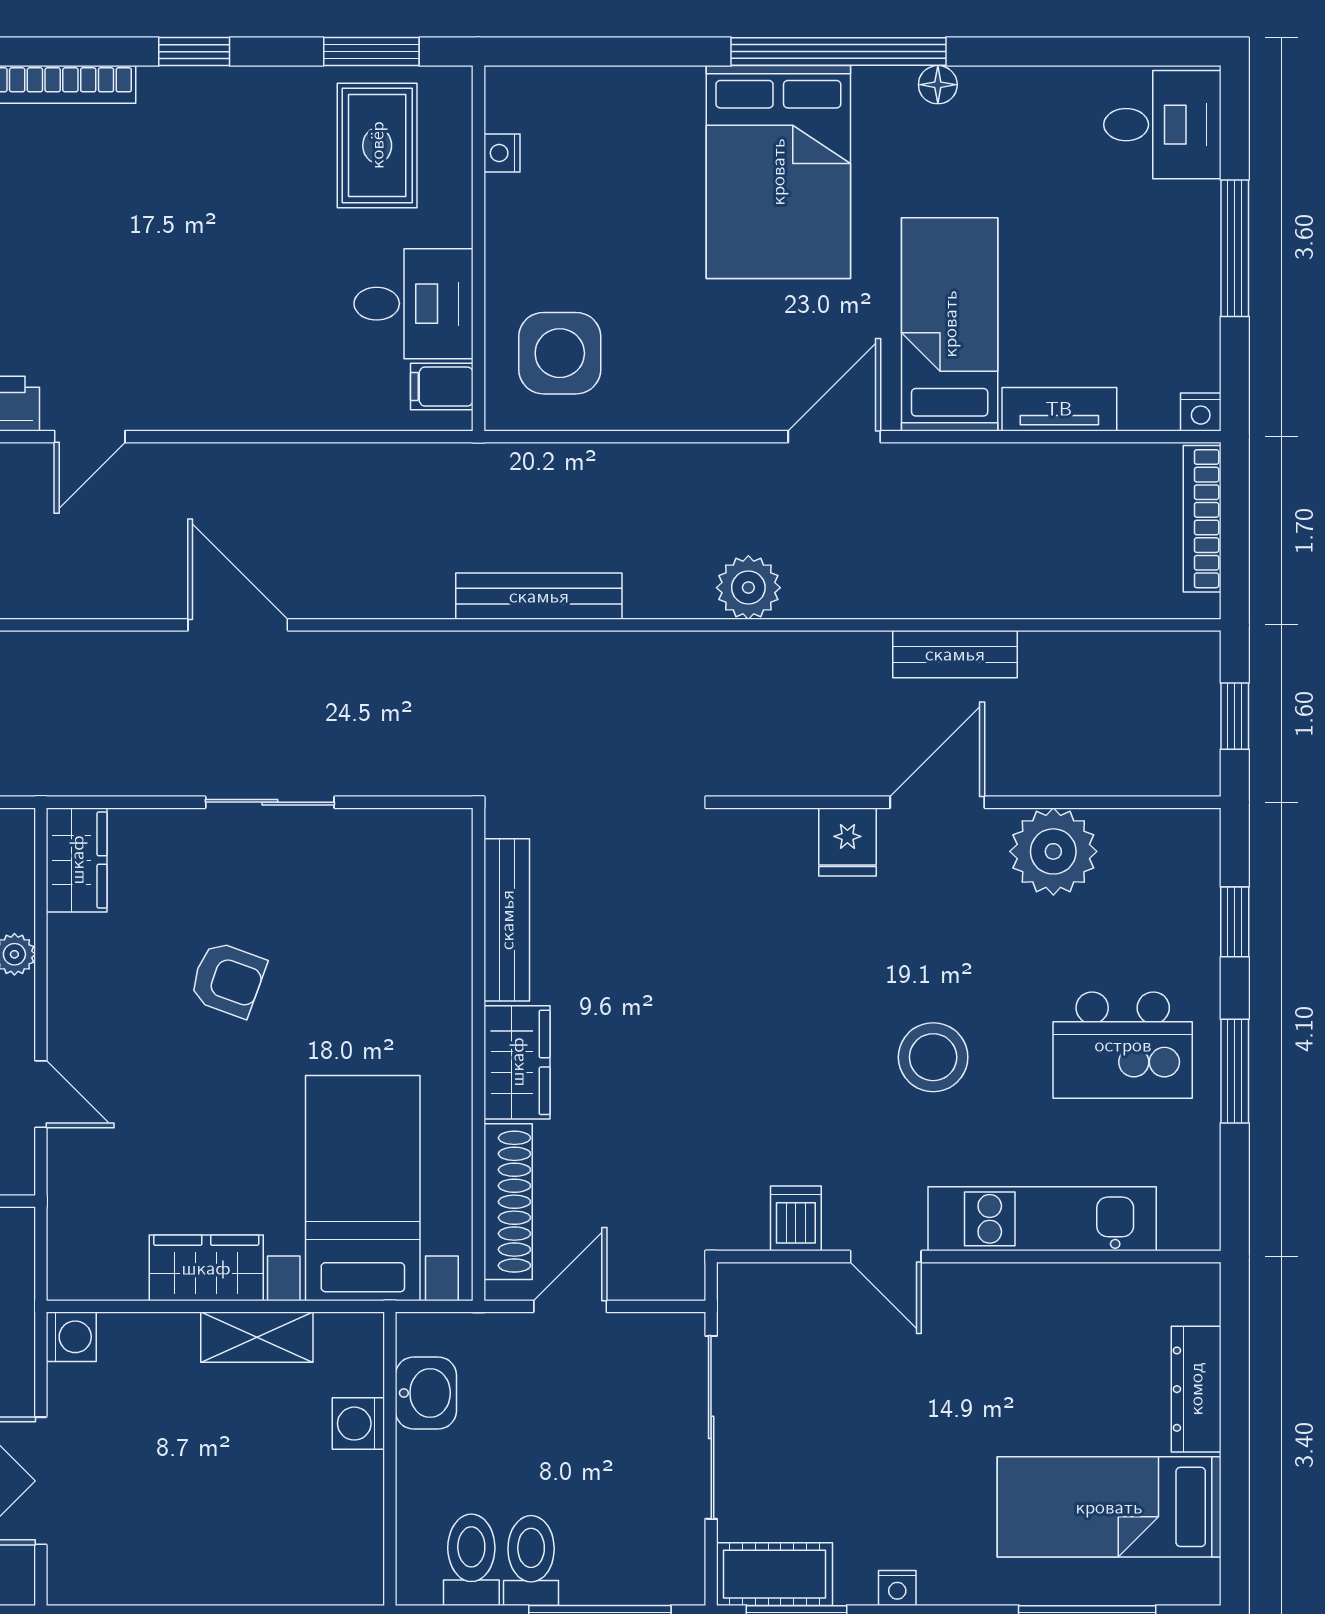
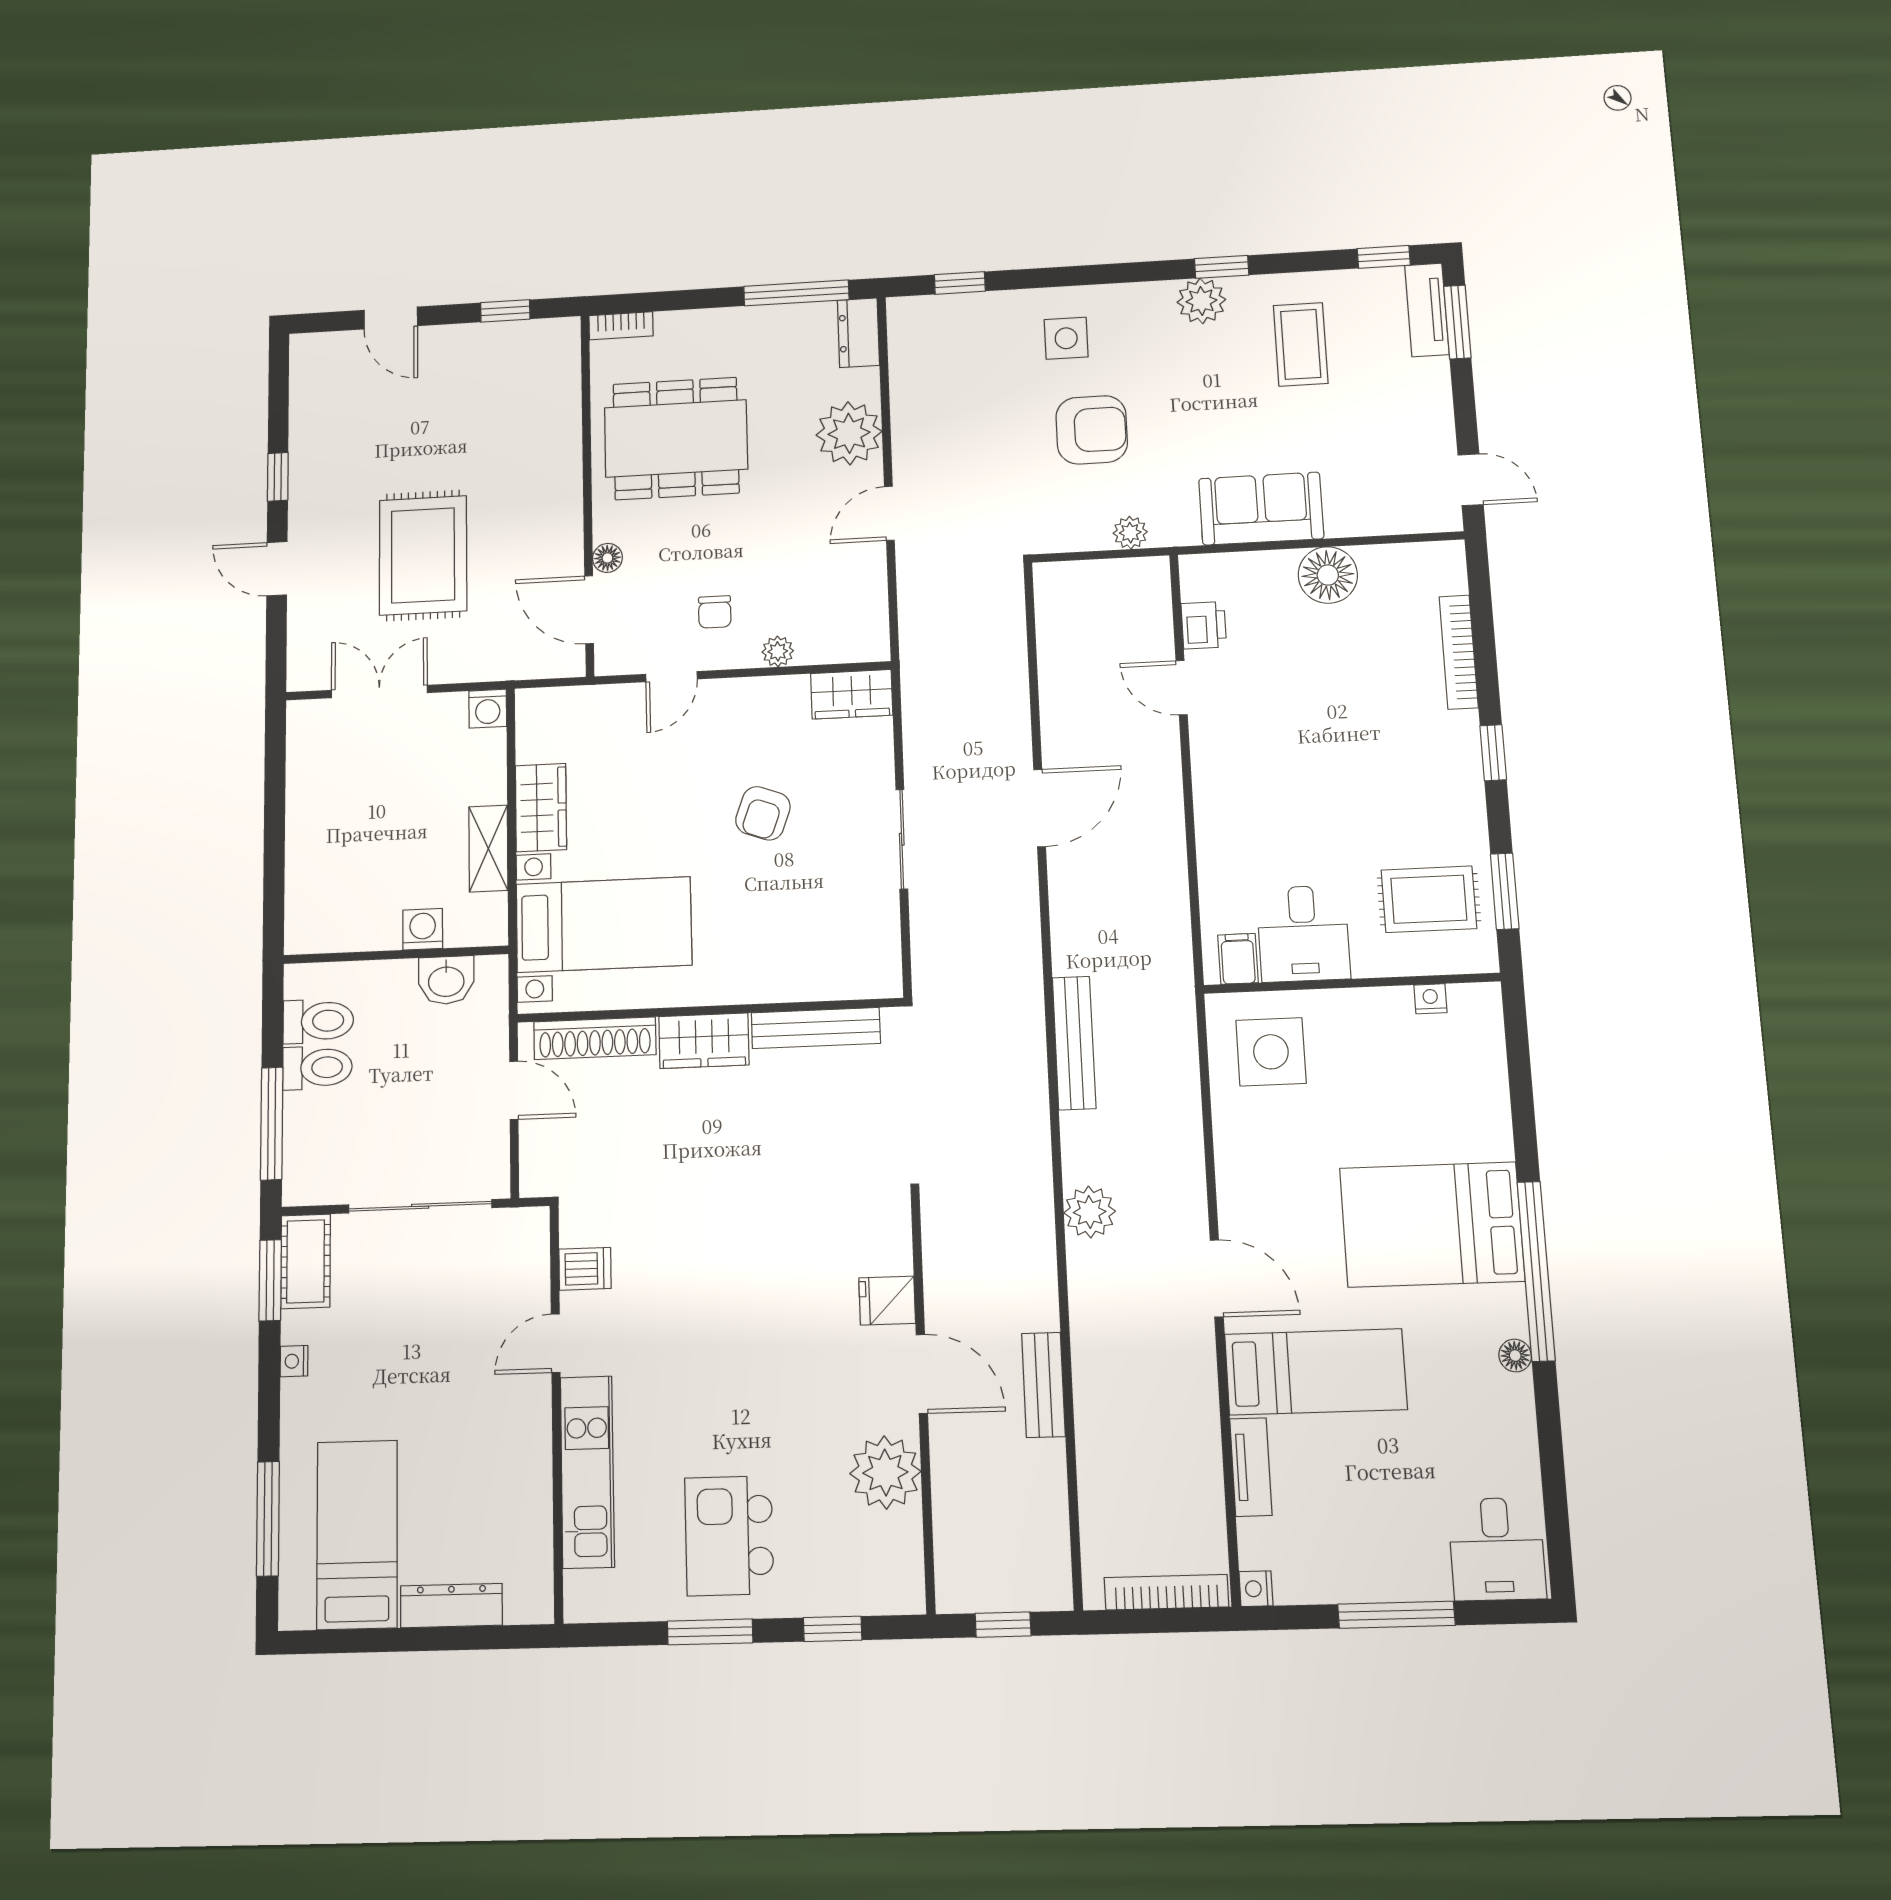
stool: (933, 1057) -> (716, 1377), removed

